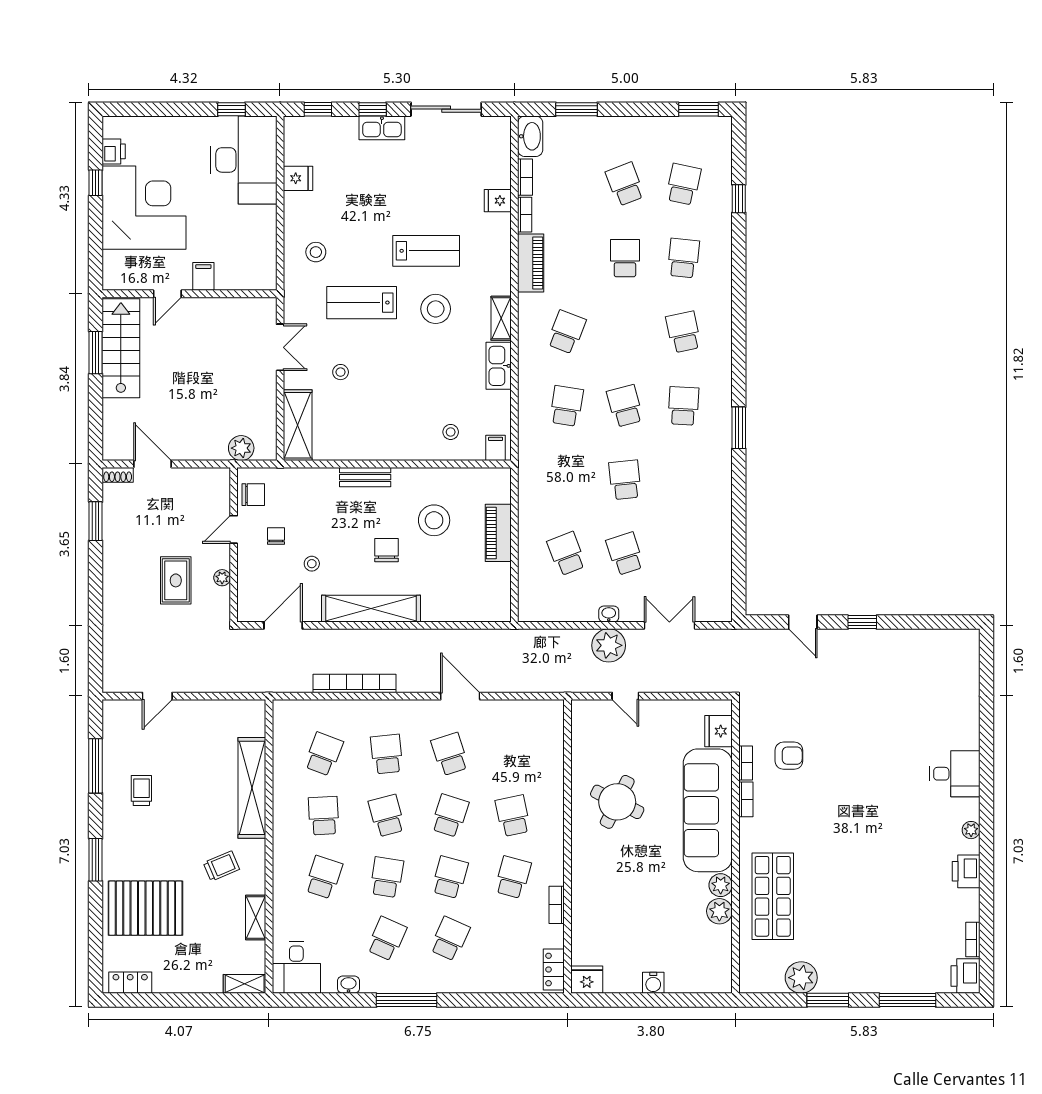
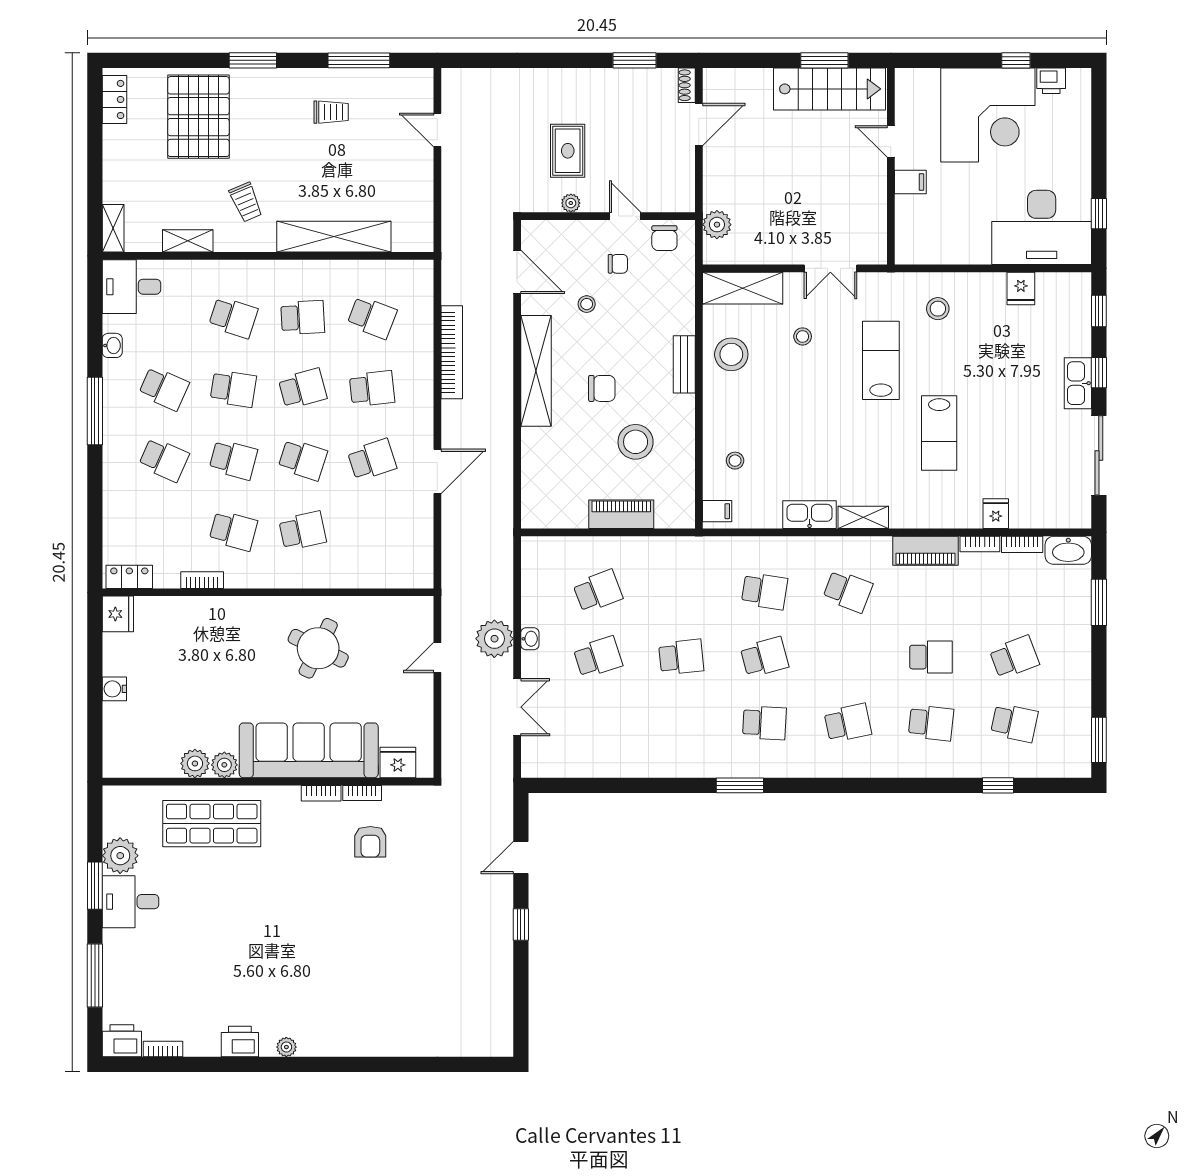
stool: (436, 309) -> (731, 354), moved
rug: (176, 580) -> (568, 151), turned 90
desk: (955, 774) -> (130, 902), moved, turned 90

